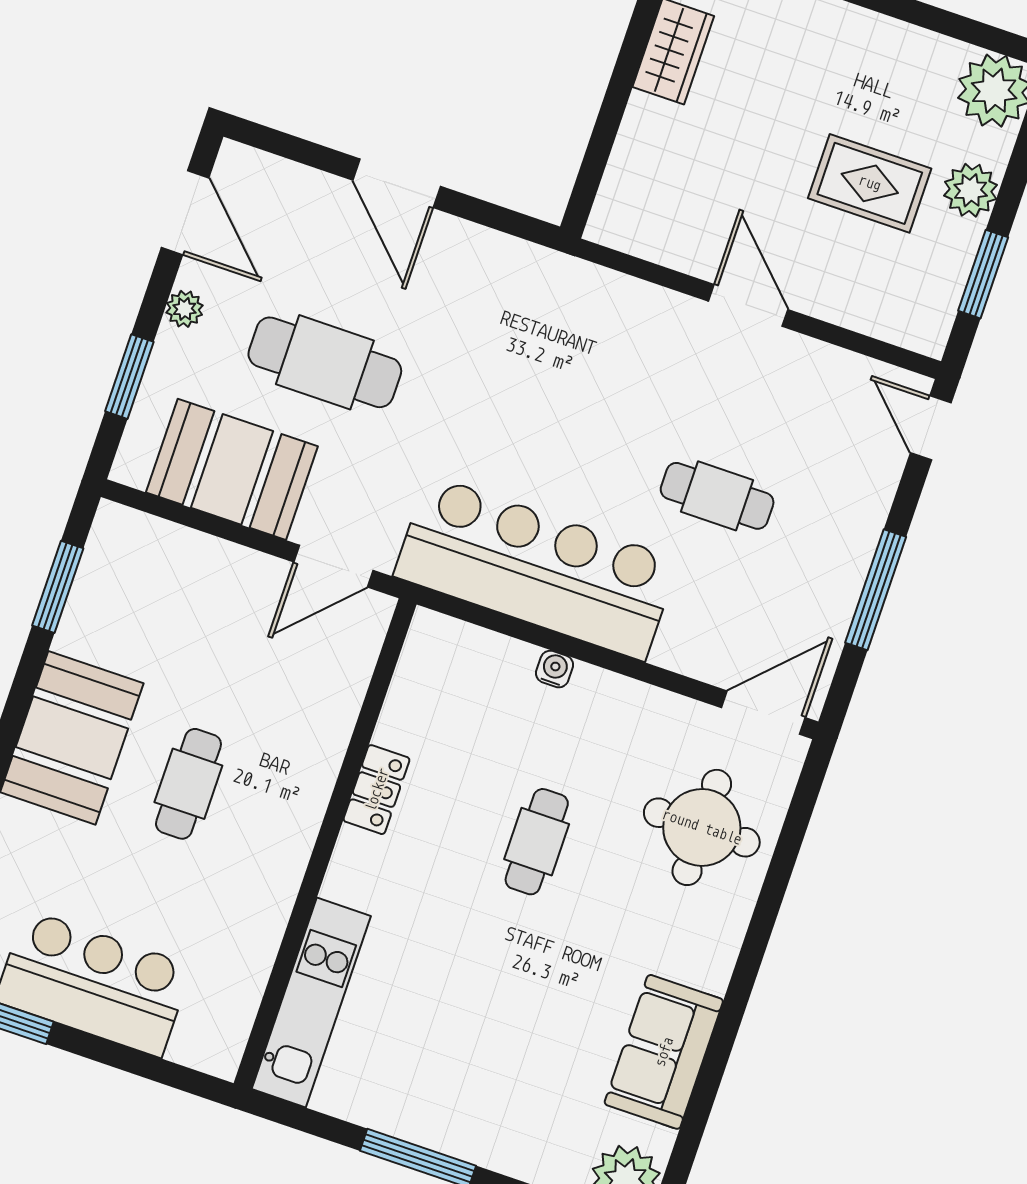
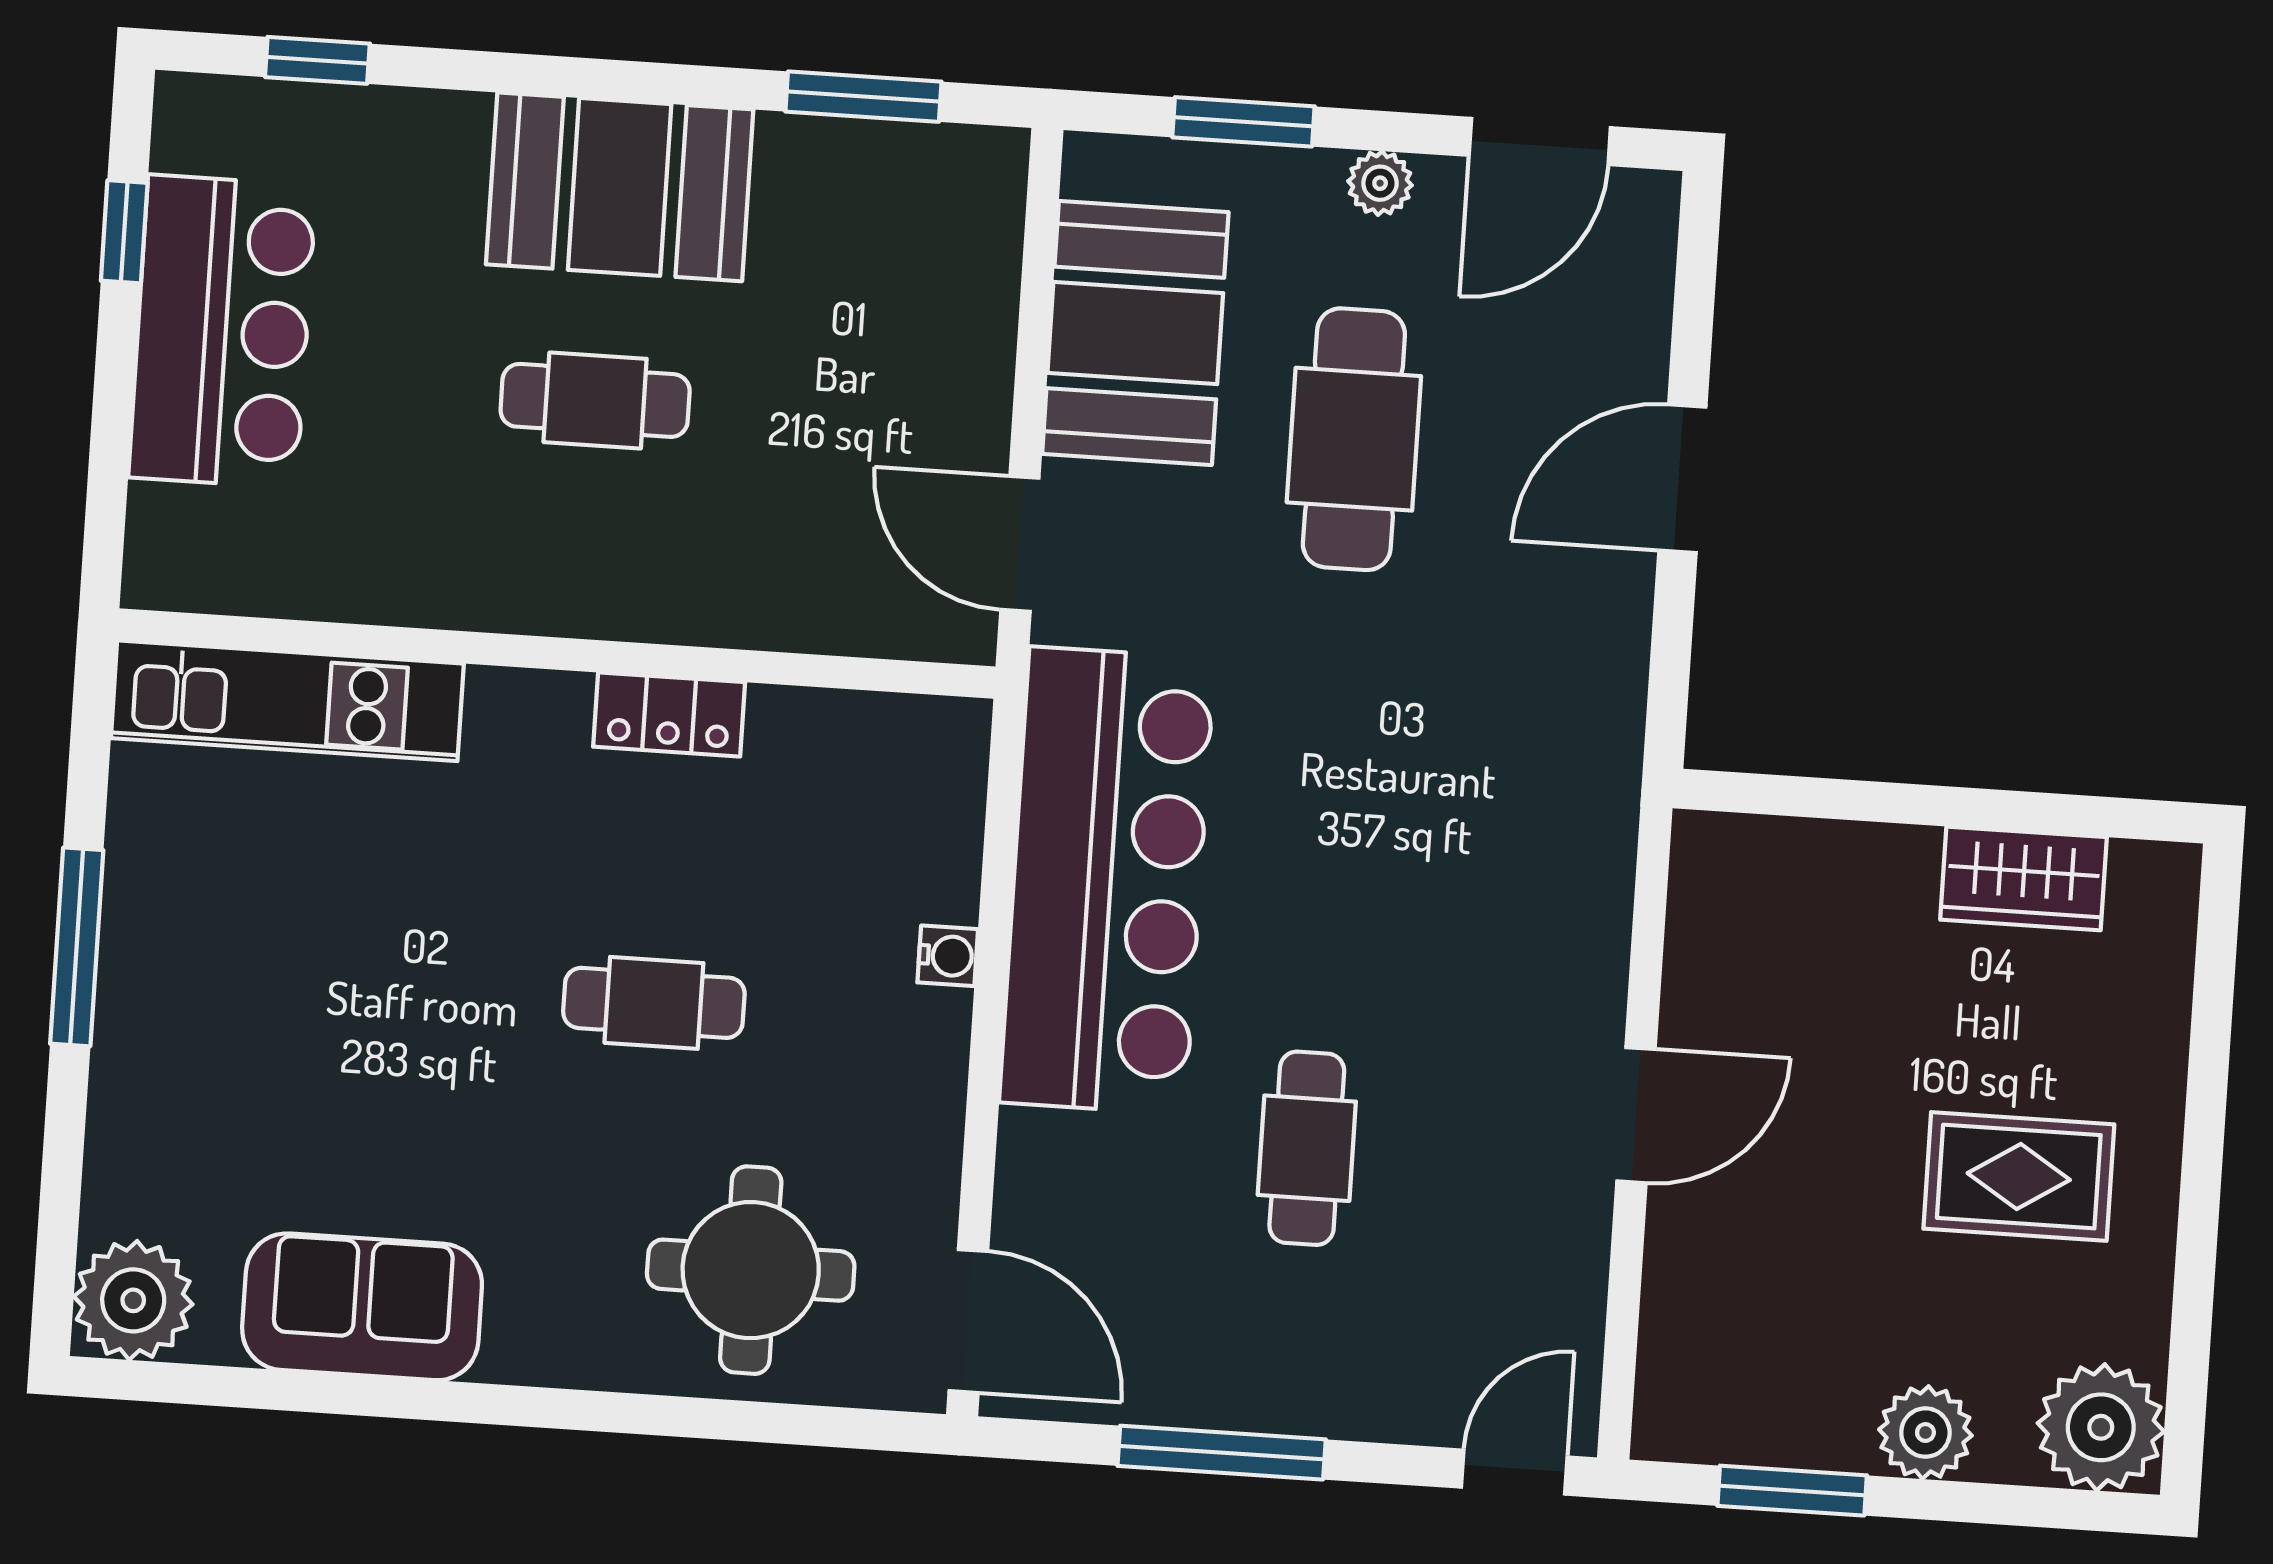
rug: (870, 183) -> (2019, 1177), moved, turned 90

